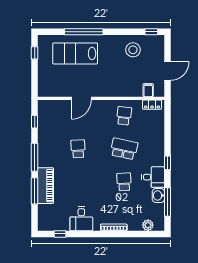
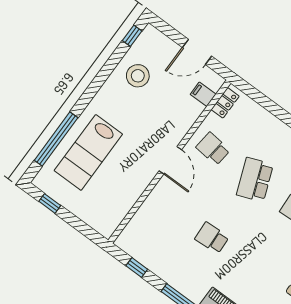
window: (84, 32) -> (56, 139), moved
door: (168, 71) -> (197, 52), swing flipped
door: (81, 98) -> (170, 160), moved
school desk: (124, 149) -> (255, 180), turned -33

